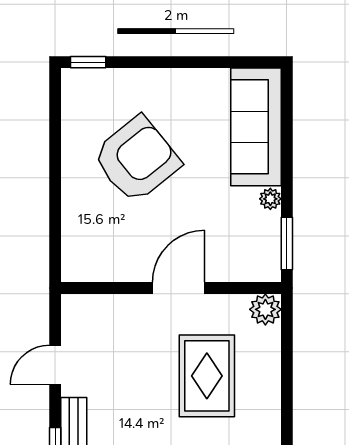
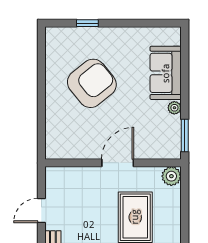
window: (88, 62) -> (87, 23), moved
sofa: (256, 127) -> (166, 73), width x0.73

